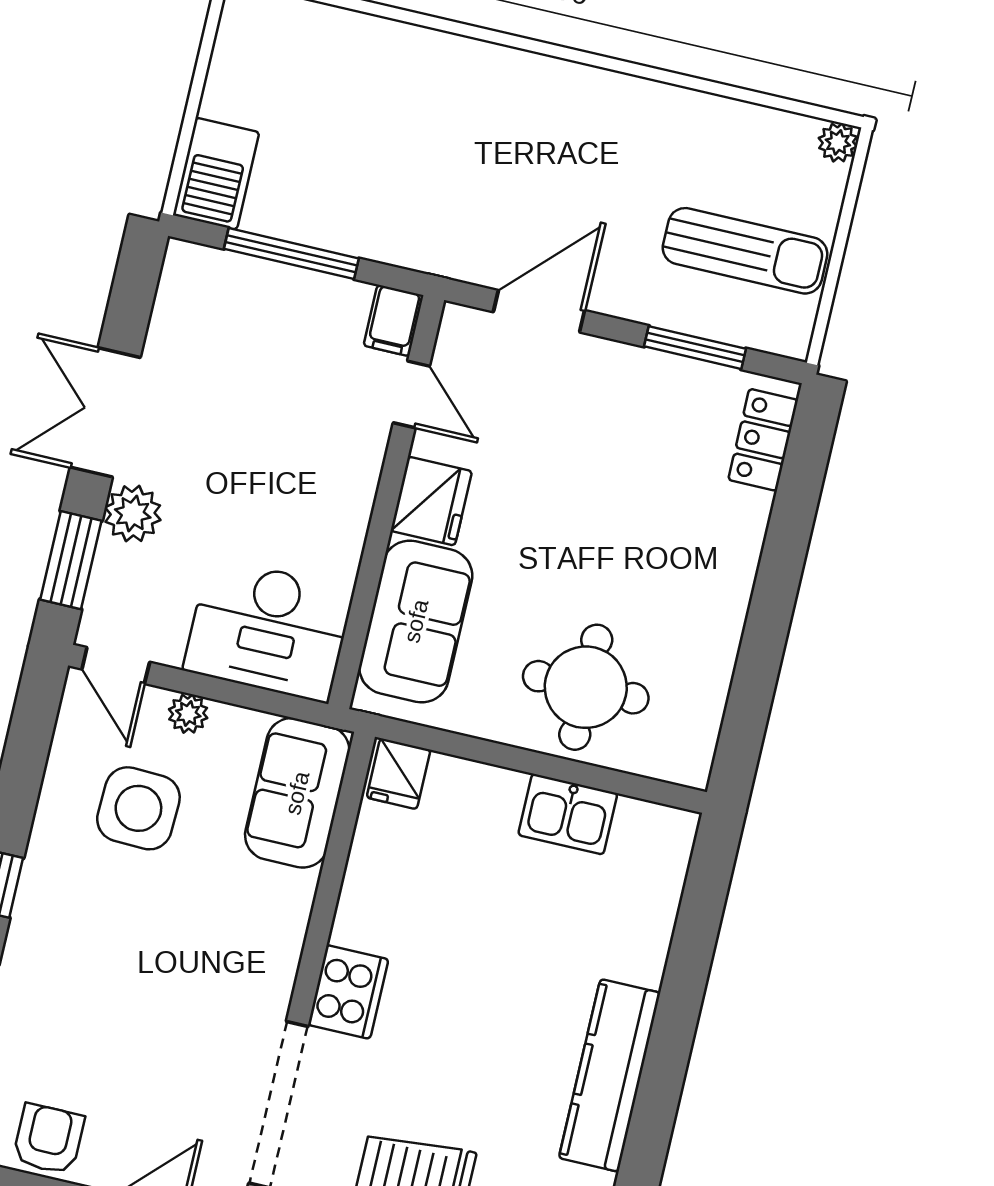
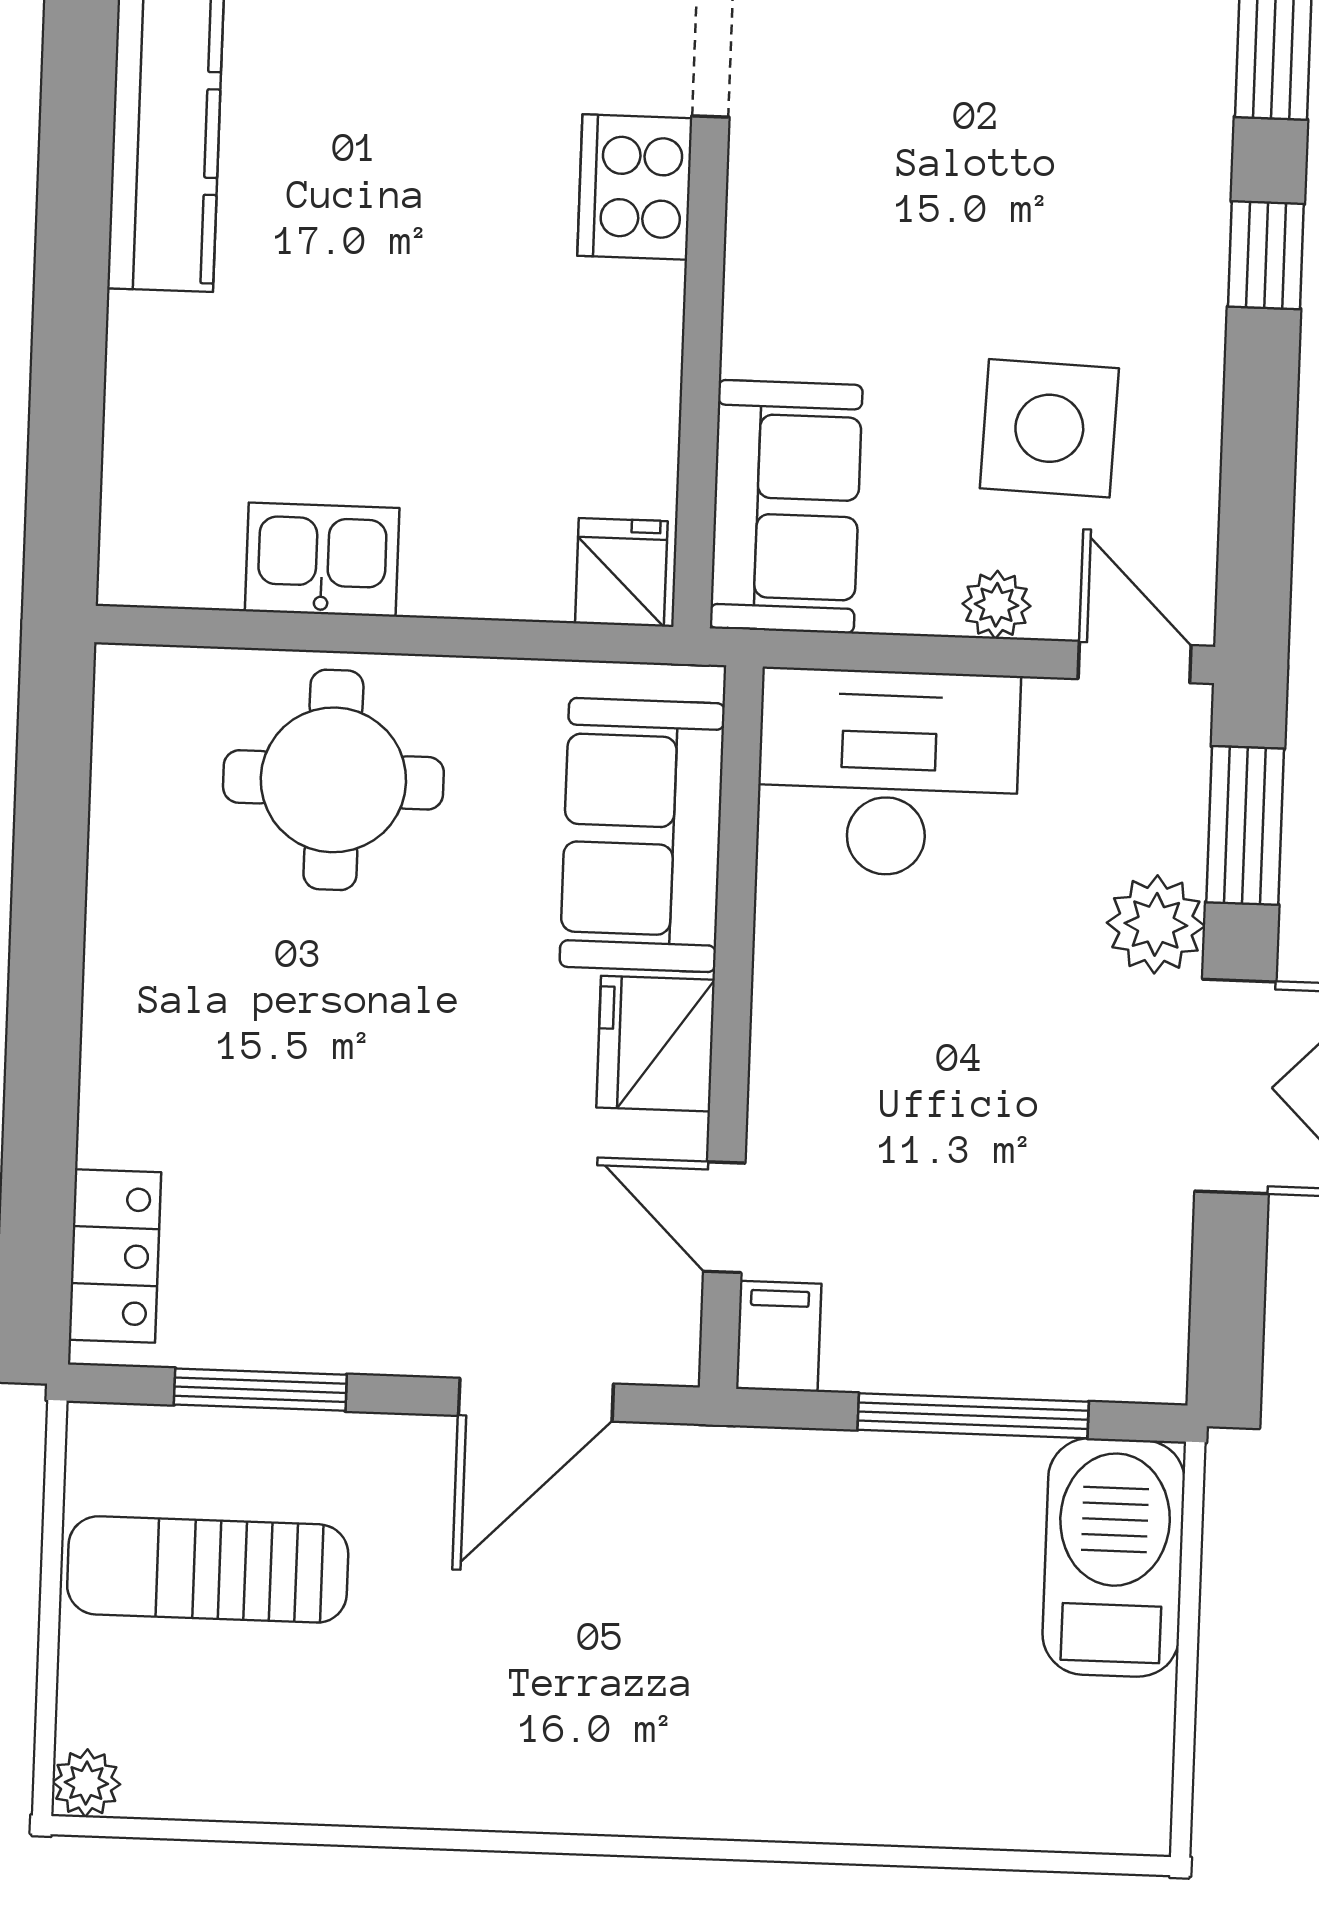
barbecue: (216, 174) -> (1114, 1557), width x1.37, depth x1.21

